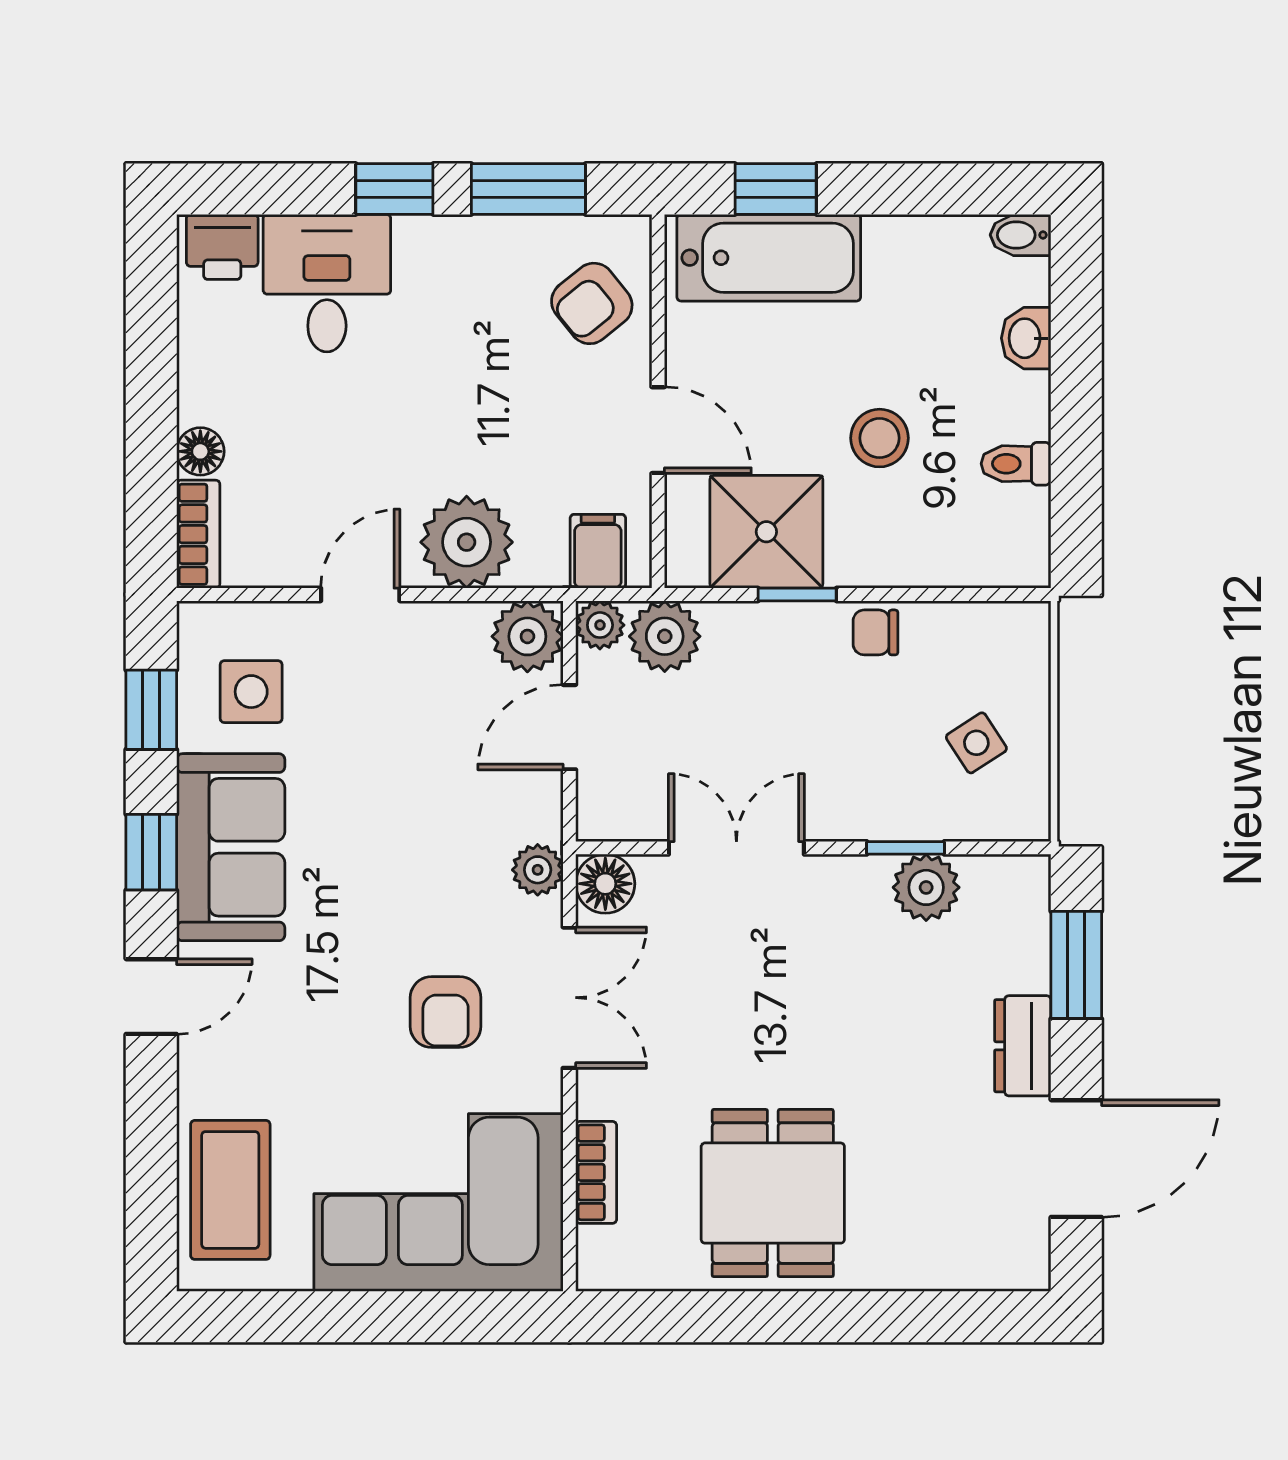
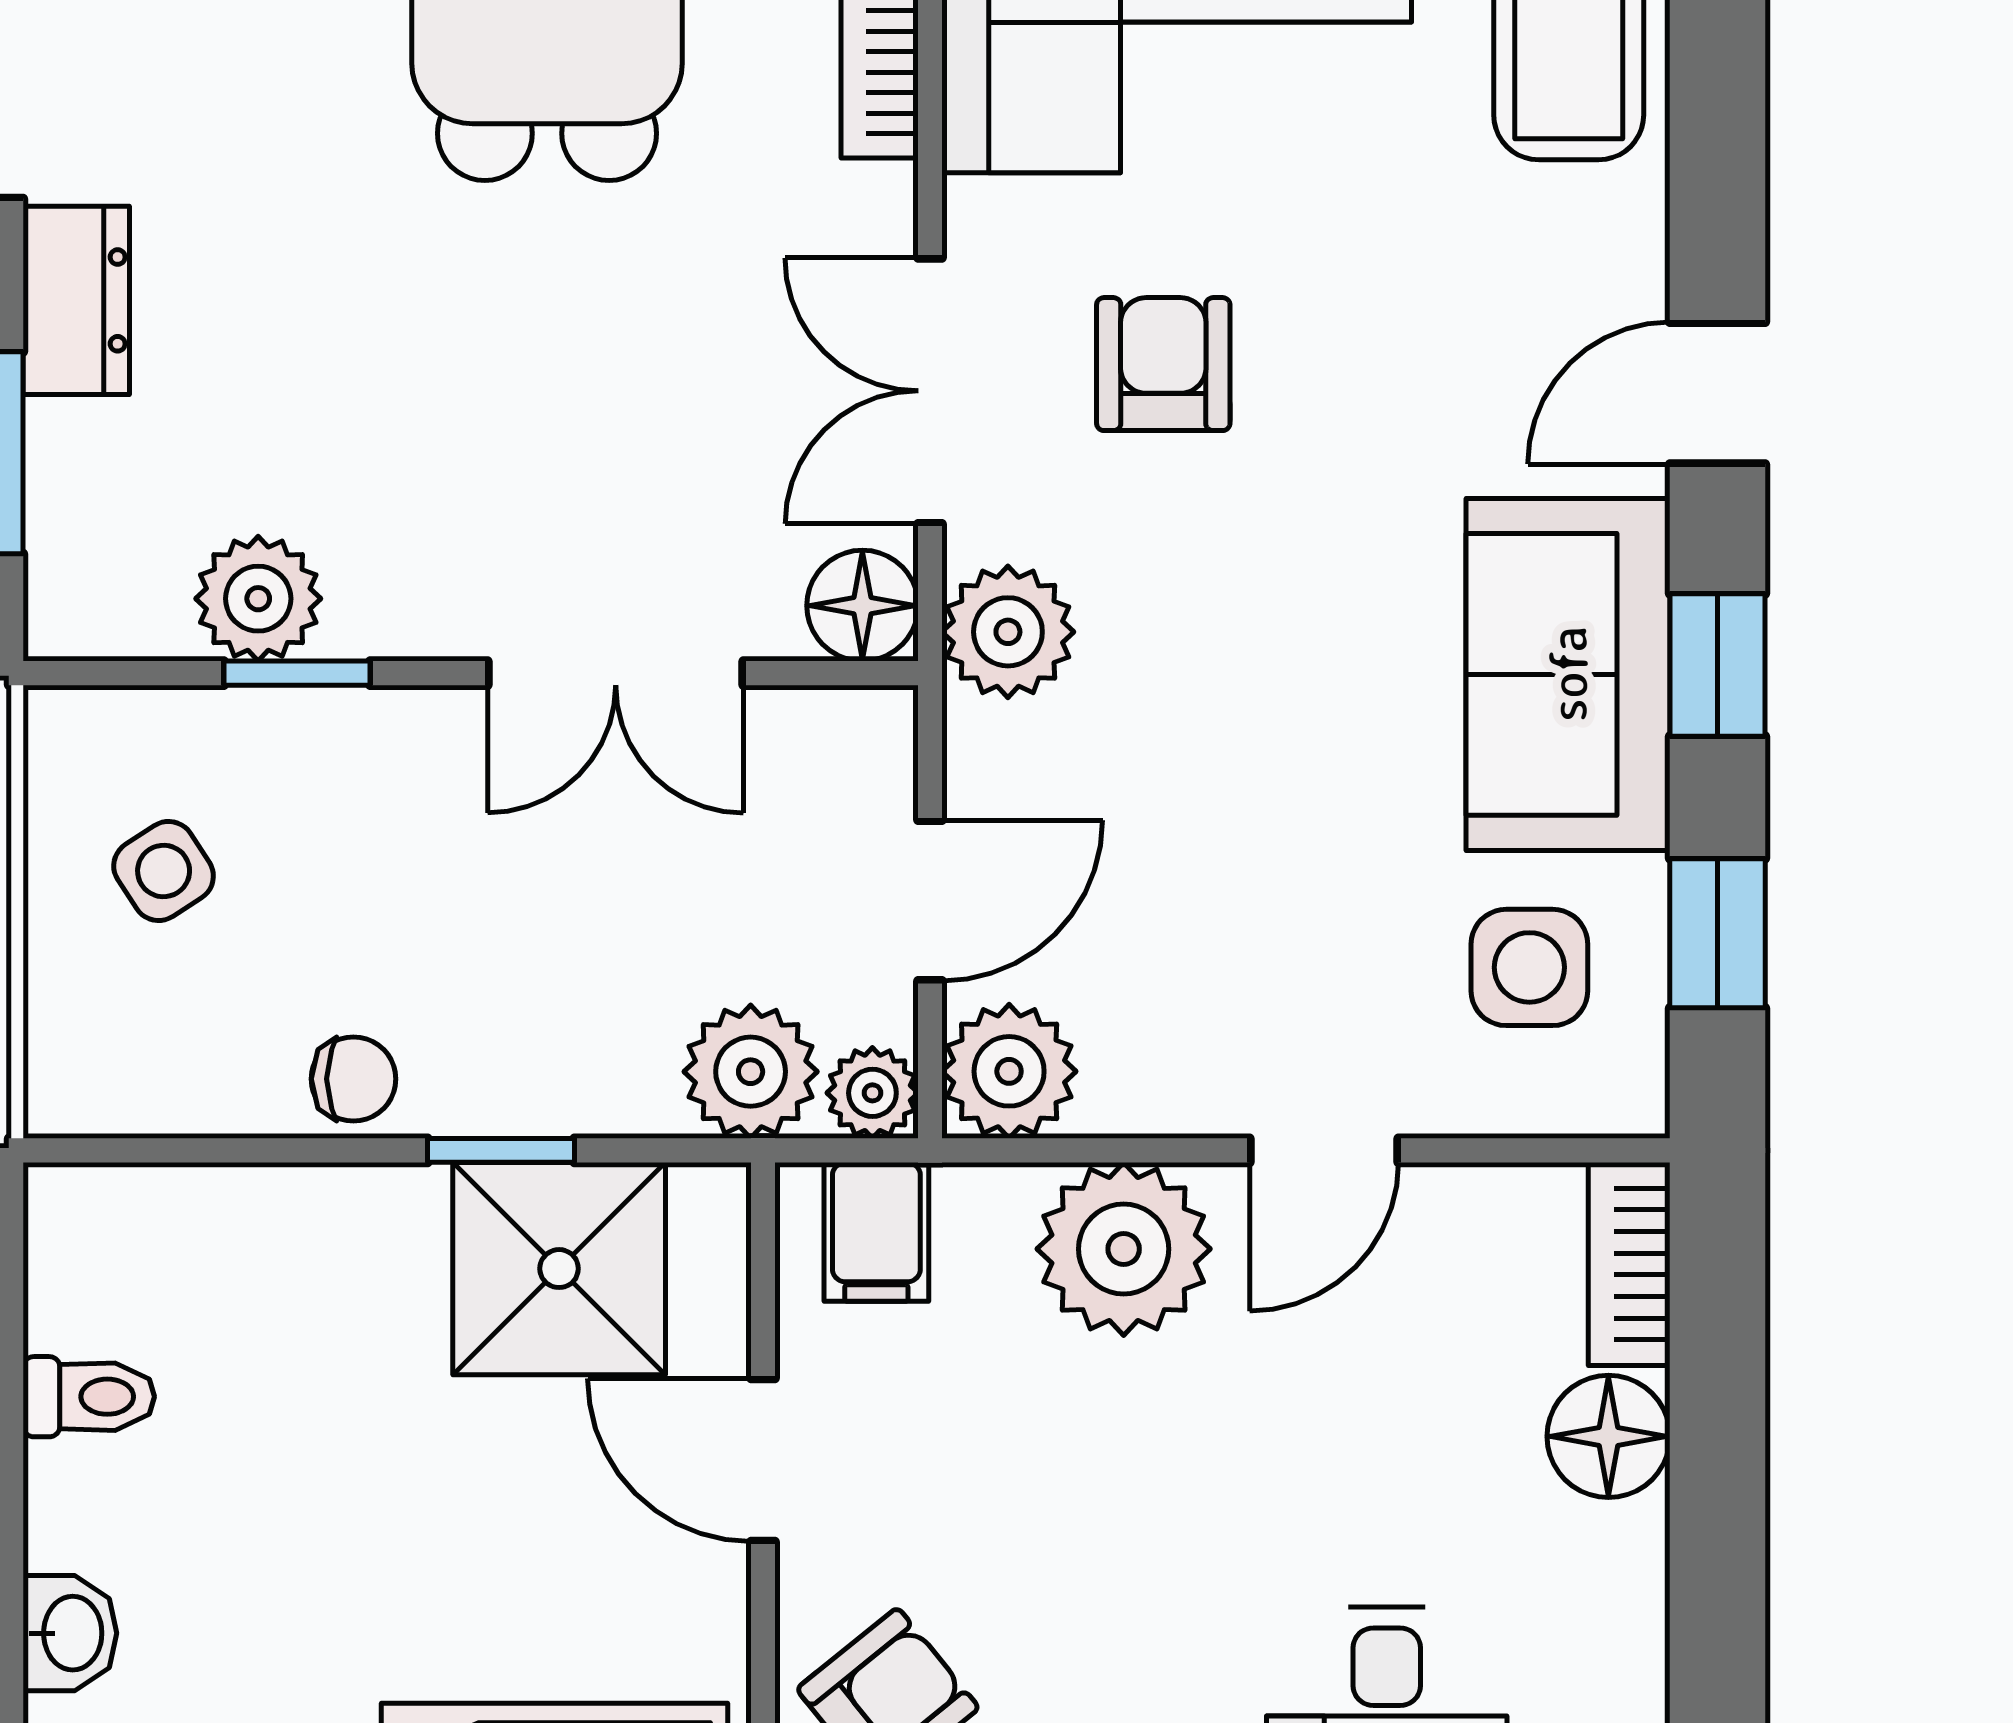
stool: (880, 438) -> (346, 1445), removed
floor lamp: (200, 451) -> (1608, 1436), width x1.37, depth x1.37
plant: (538, 870) -> (1008, 632), width x1.38, depth x1.38

